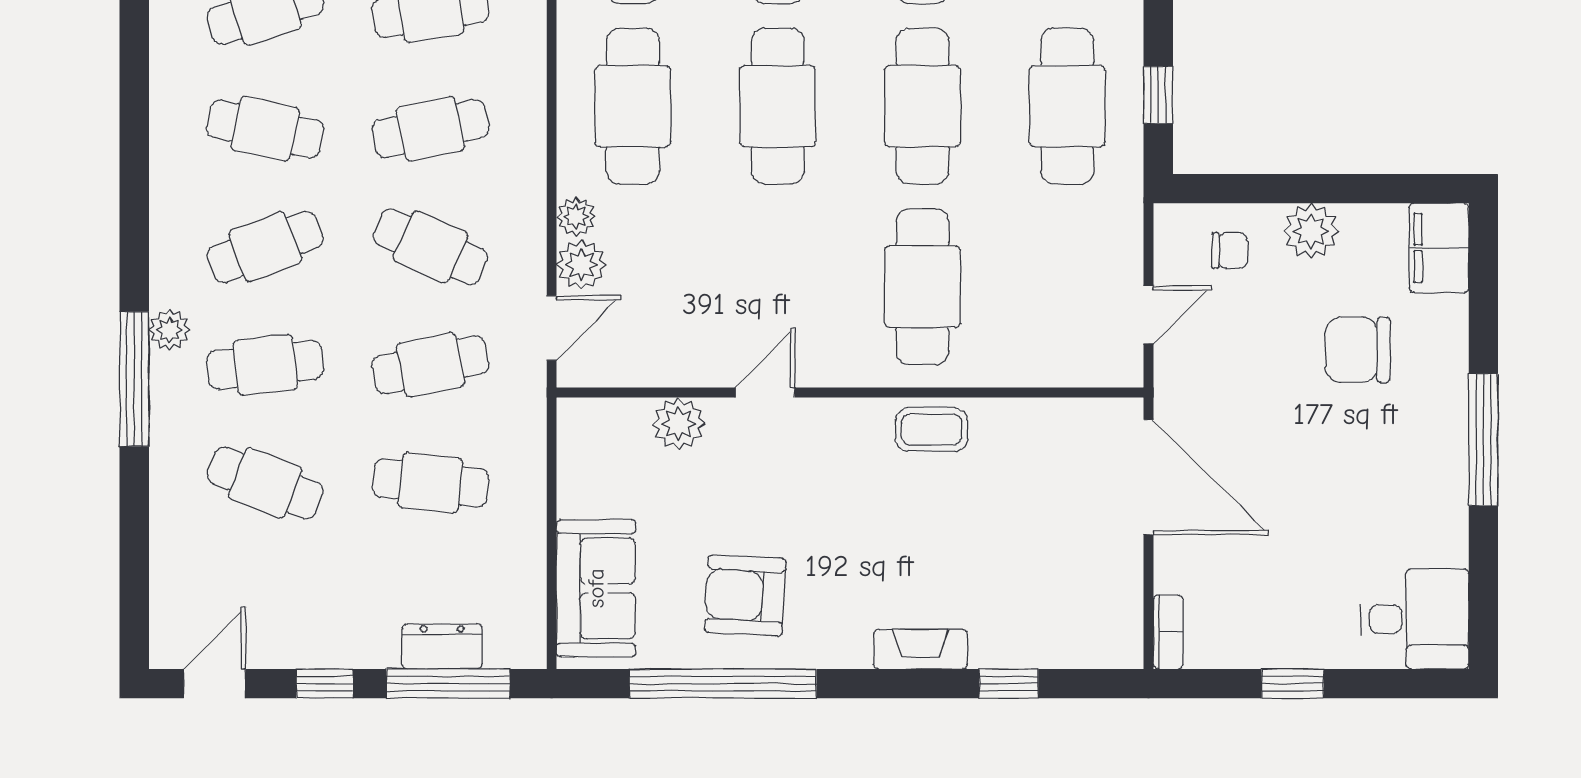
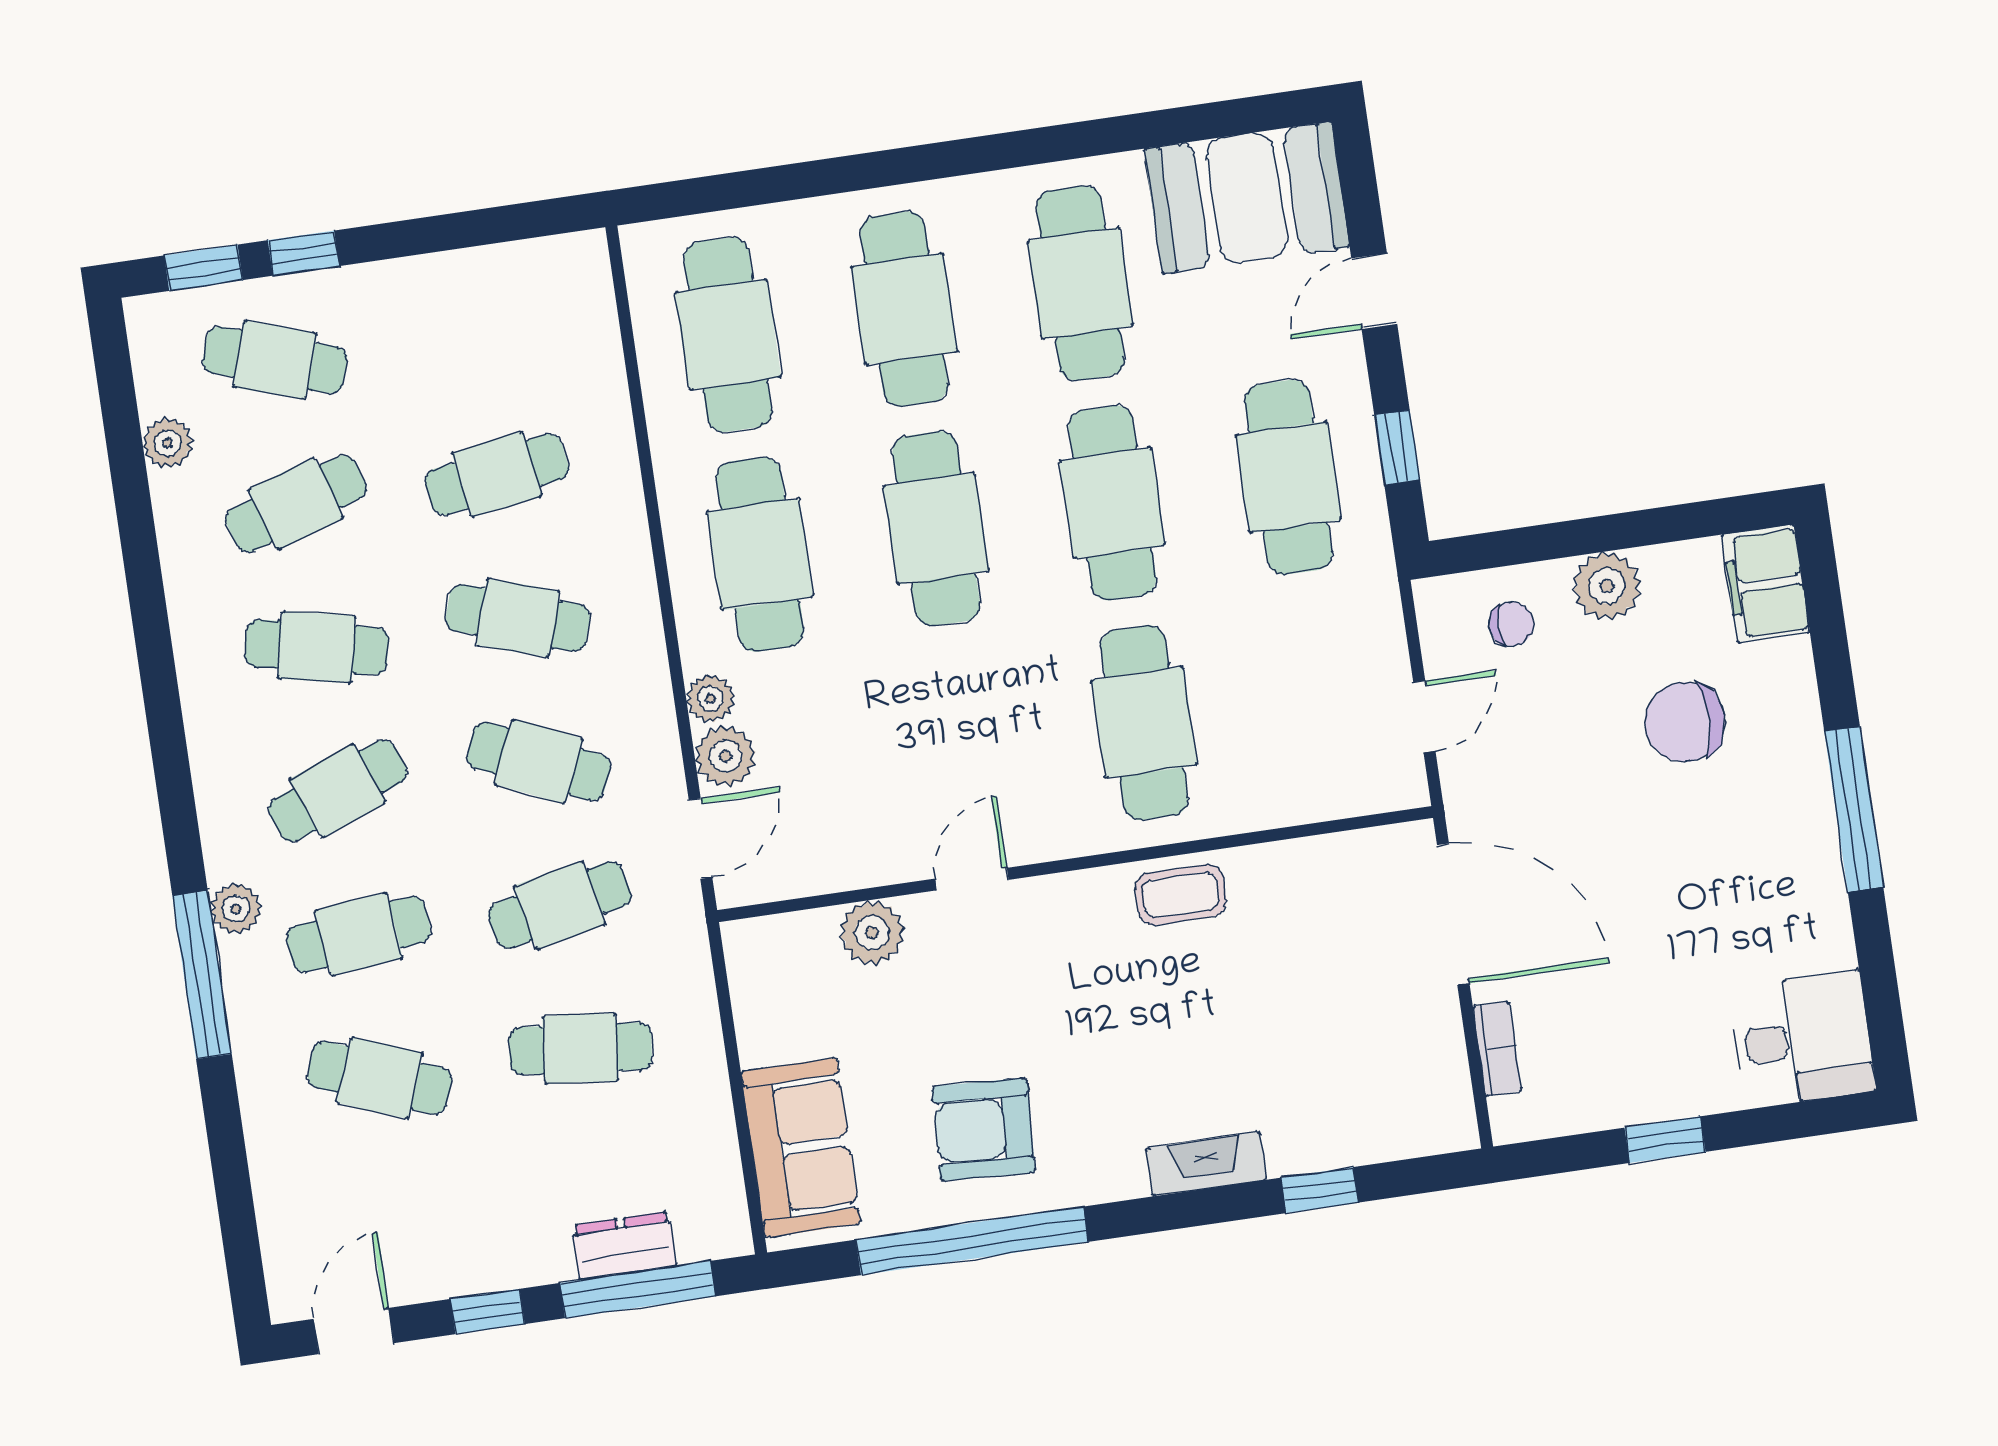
cafe table: (430, 129) -> (518, 618), turned 30
bookcase: (1168, 632) -> (1497, 1049), moved

